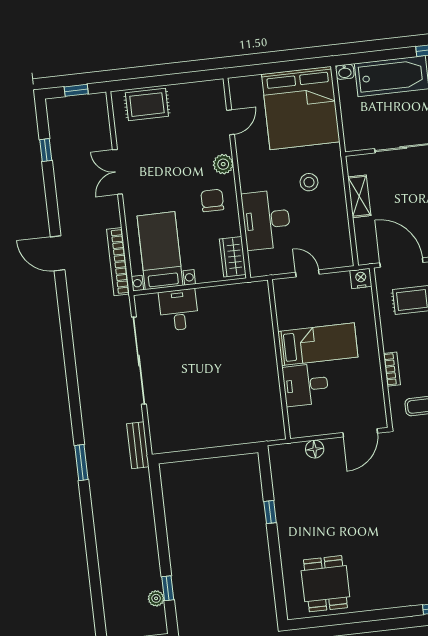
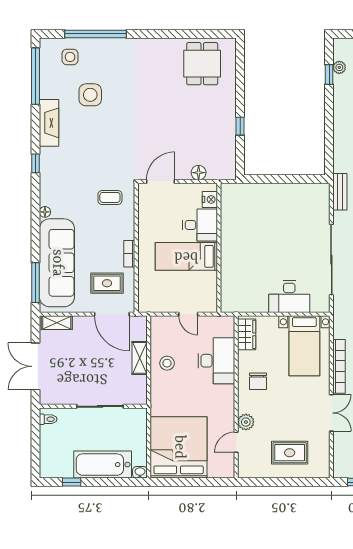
rug: (147, 105) -> (290, 453), moved
plant: (223, 164) -> (246, 422), moved
stool: (309, 182) -> (167, 363), moved
shelving: (359, 196) -> (140, 358), moved
bookcase: (118, 262) -> (339, 366), moved
nightstand: (361, 278) -> (210, 199), moved, turned -90
desk: (179, 310) -> (289, 297), width x1.37
bookcase: (392, 369) -> (129, 254), moved

